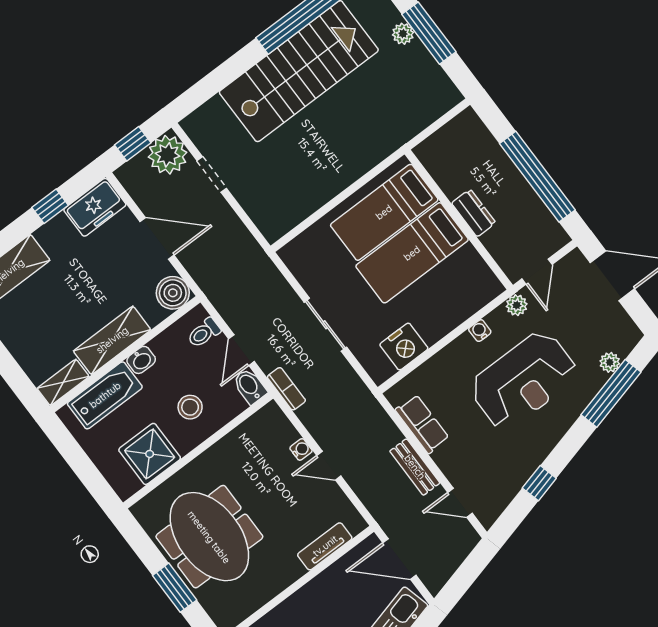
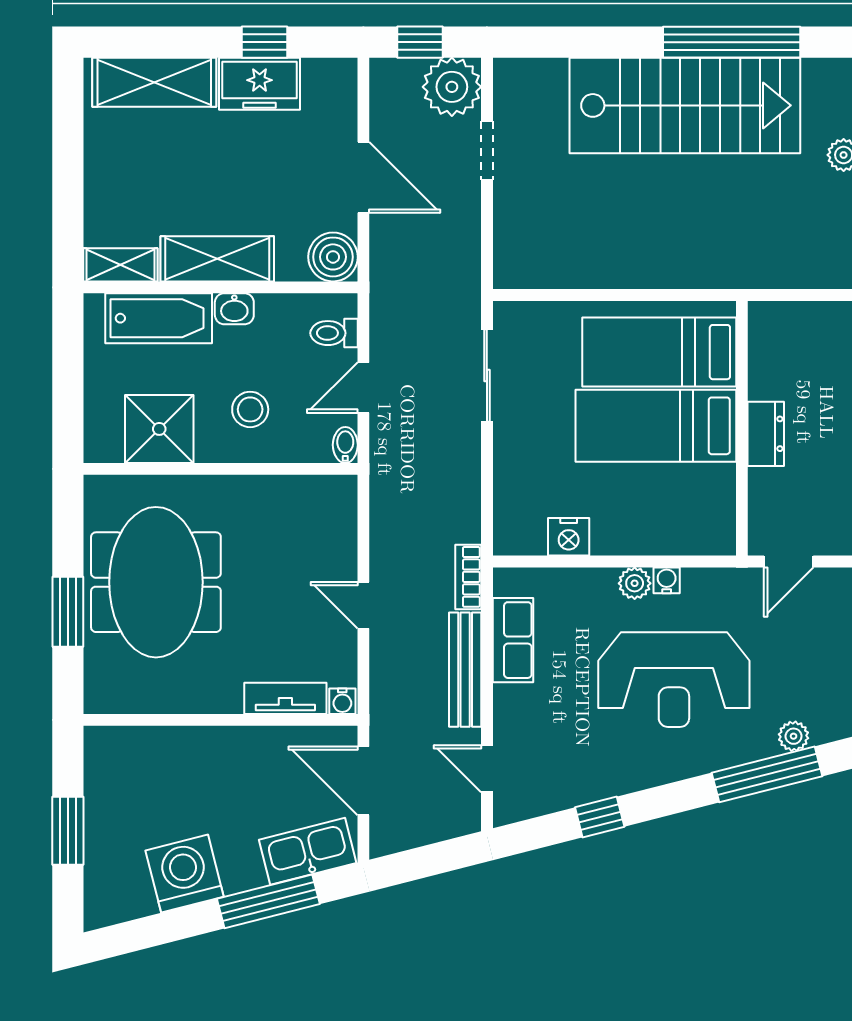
freezer: (95, 207) -> (260, 84), moved
plant: (517, 305) -> (635, 583), moved
sliding door: (325, 325) -> (487, 375), moved
nightstand: (404, 347) -> (569, 537), width x0.74, depth x0.75
bidet: (250, 386) -> (345, 445), width x0.72, depth x0.74
bookcase: (286, 389) -> (468, 577), moved, turned 180
water cooler: (301, 449) -> (342, 701), moved, turned 90
bench: (415, 467) -> (465, 670), width x1.36

